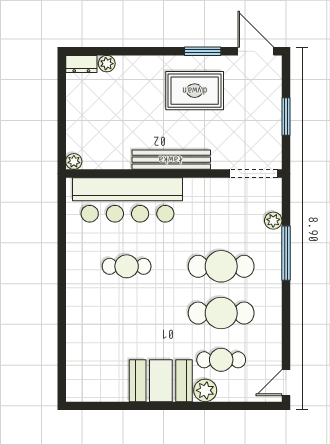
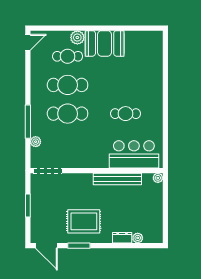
dresser: (81, 64) -> (122, 238), moved
bench: (171, 160) -> (117, 179), moved
bar counter: (128, 200) -> (134, 154), width x0.73

